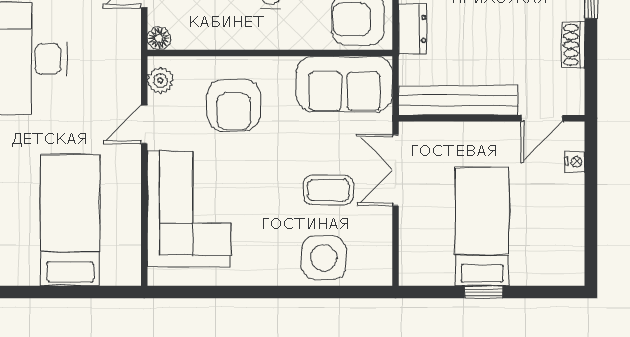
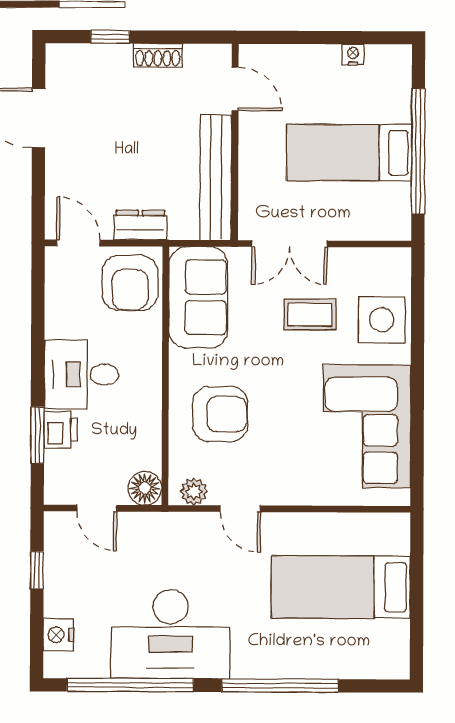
floor lamp: (159, 38) -> (145, 488), width x1.37, depth x1.37
nightstand: (575, 162) -> (353, 55), moved
coffee table: (328, 190) -> (310, 315), turned 90
corner sofa: (189, 209) -> (367, 426), moved, turned -90
window: (484, 292) -> (418, 151), width x3.17

